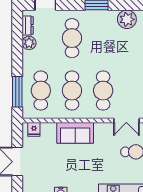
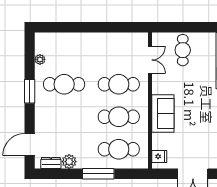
plant: (127, 19) -> (40, 59), width x0.53, depth x0.53
cafe table: (72, 38) -> (64, 84), moved
window: (17, 92) -> (98, 174), moved

